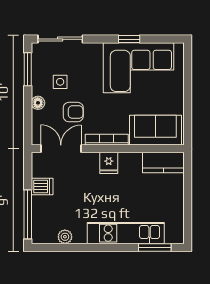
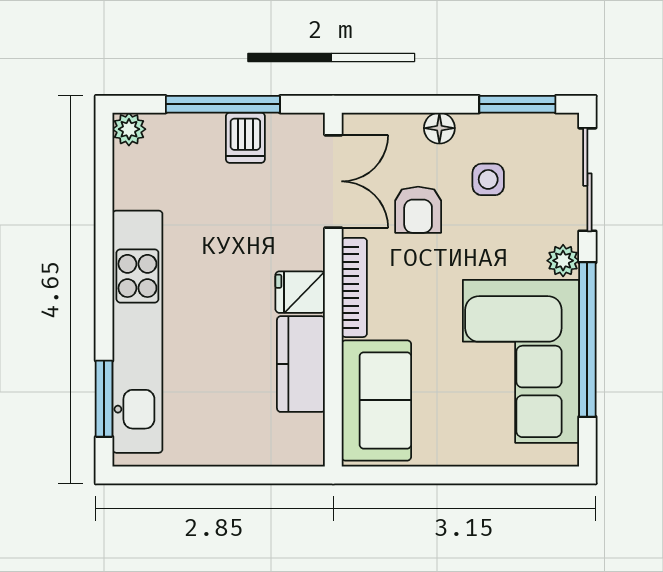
window: (129, 39) -> (587, 340), width x3.17
plant: (95, 49) -> (563, 261), added
kitchen counter: (163, 163) -> (301, 364), moved
window: (28, 214) -> (223, 104), moved
kitchen unit: (126, 233) -> (137, 332), width x1.36
plant: (65, 237) -> (129, 129), moved

